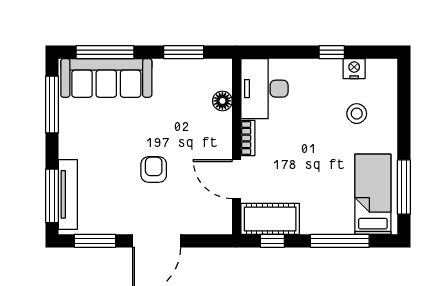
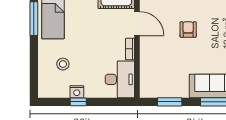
nightstand: (354, 69) -> (77, 92), moved
floor lamp: (222, 101) -> (146, 72), removed
armchair: (154, 170) -> (188, 29), turned 180

